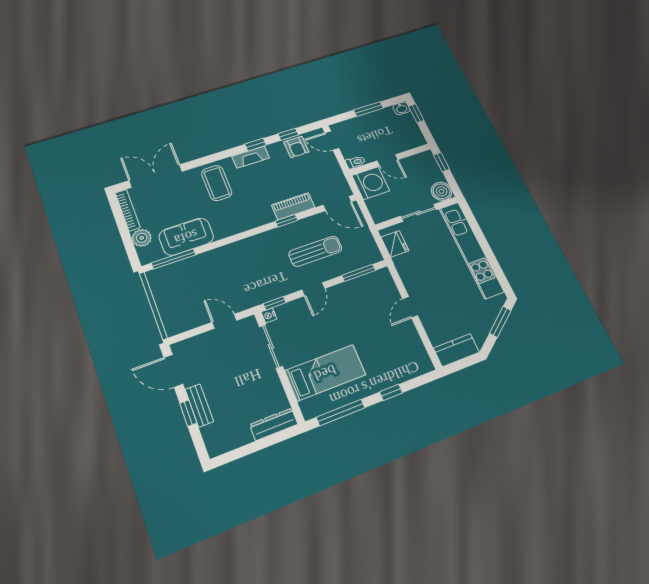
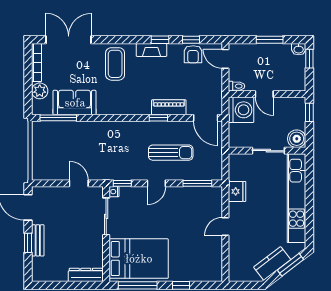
fridge: (395, 244) -> (237, 191), moved
kitchen counter: (456, 350) -> (272, 263), moved, turned -38
bed: (325, 373) -> (139, 259), width x1.50

